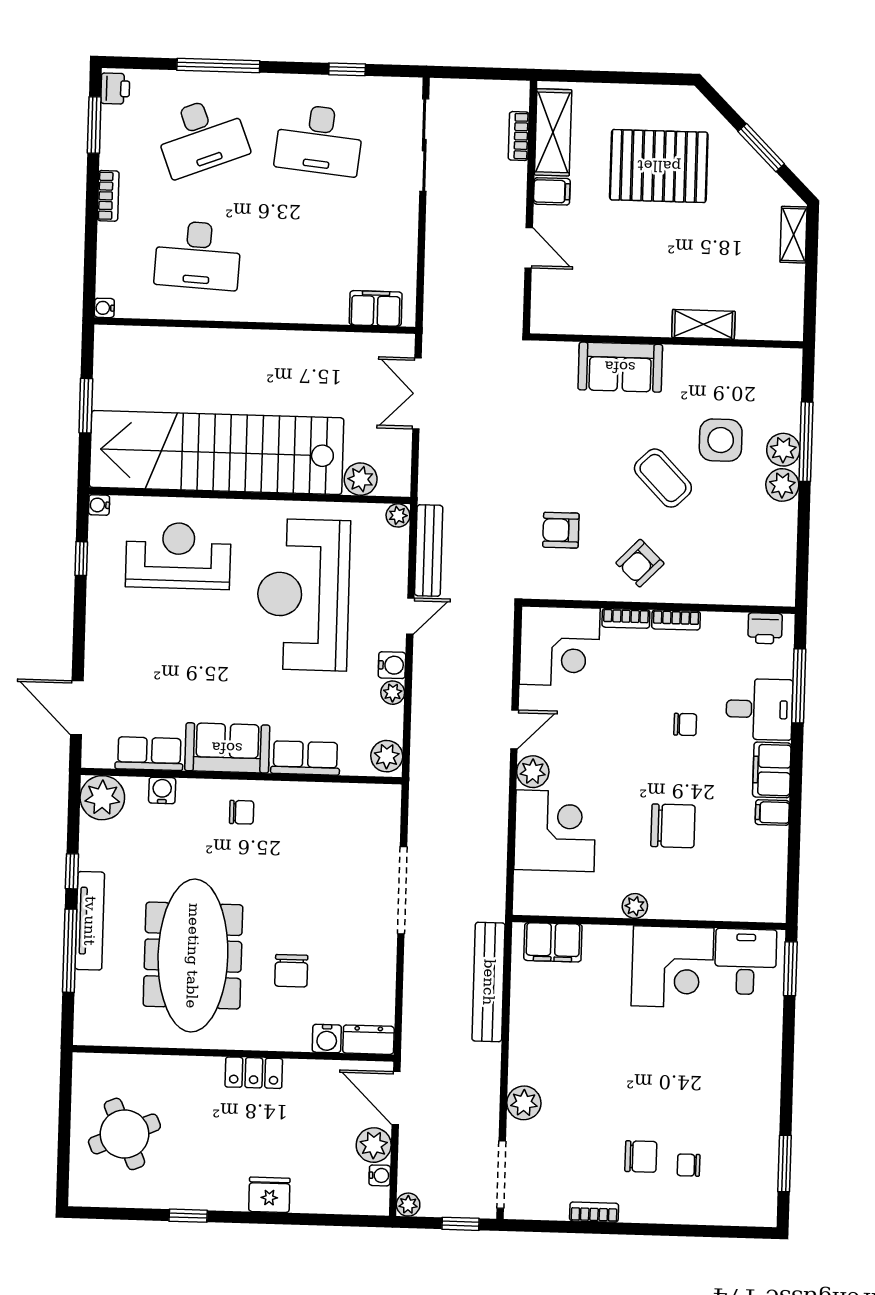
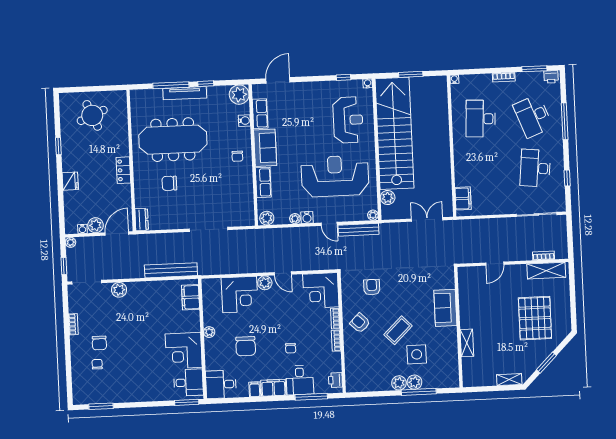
filing cabinet: (552, 191) -> (520, 272), removed
desk: (755, 888) -> (221, 384), added
water cooler: (327, 1039) -> (141, 201), removed

